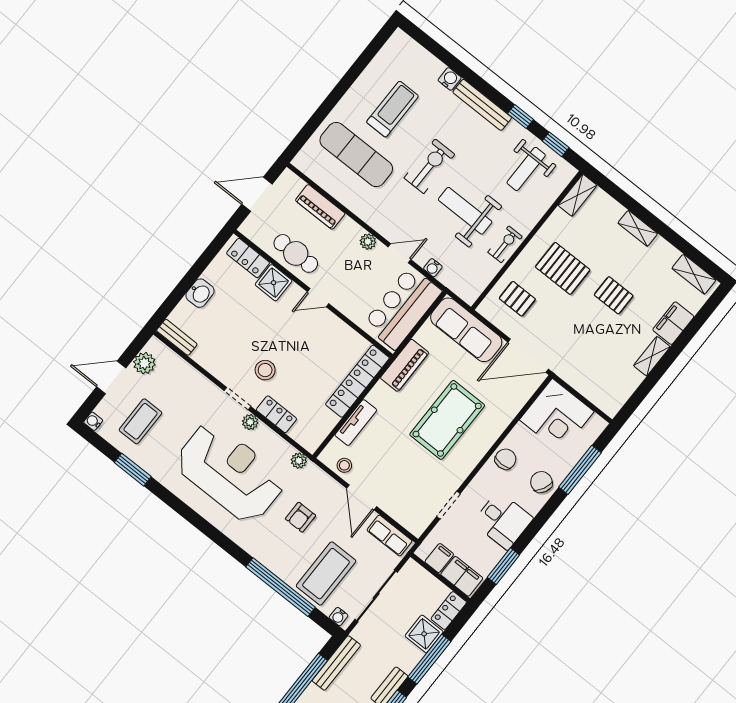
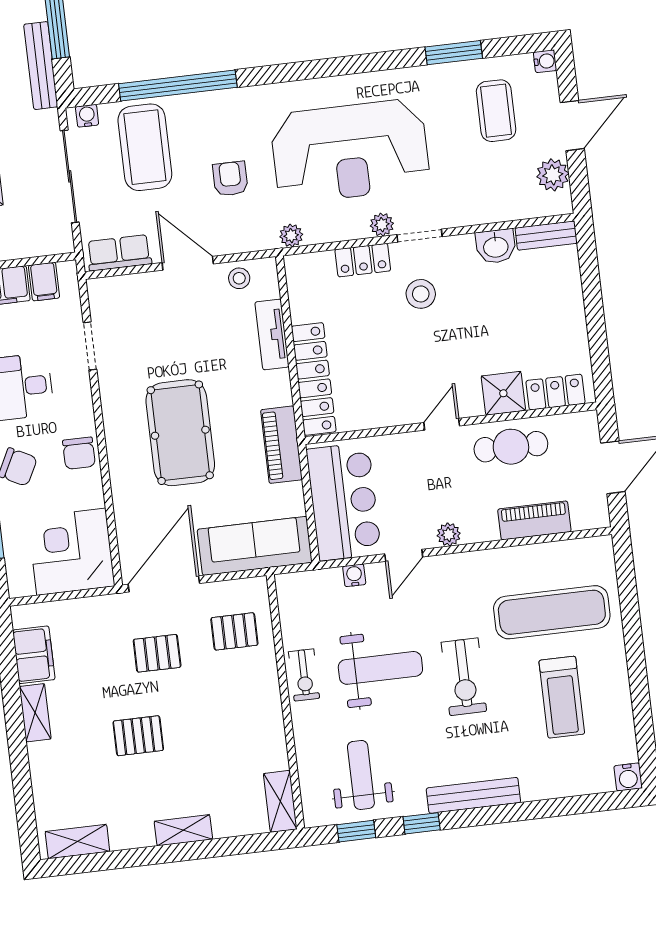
water cooler: (450, 79) -> (628, 777), moved
pallet: (563, 268) -> (157, 653), moved, width x0.67, depth x0.71
washbasin: (200, 293) -> (496, 246), moved, turned -90
filing cabinet: (673, 323) -> (34, 655), moved

